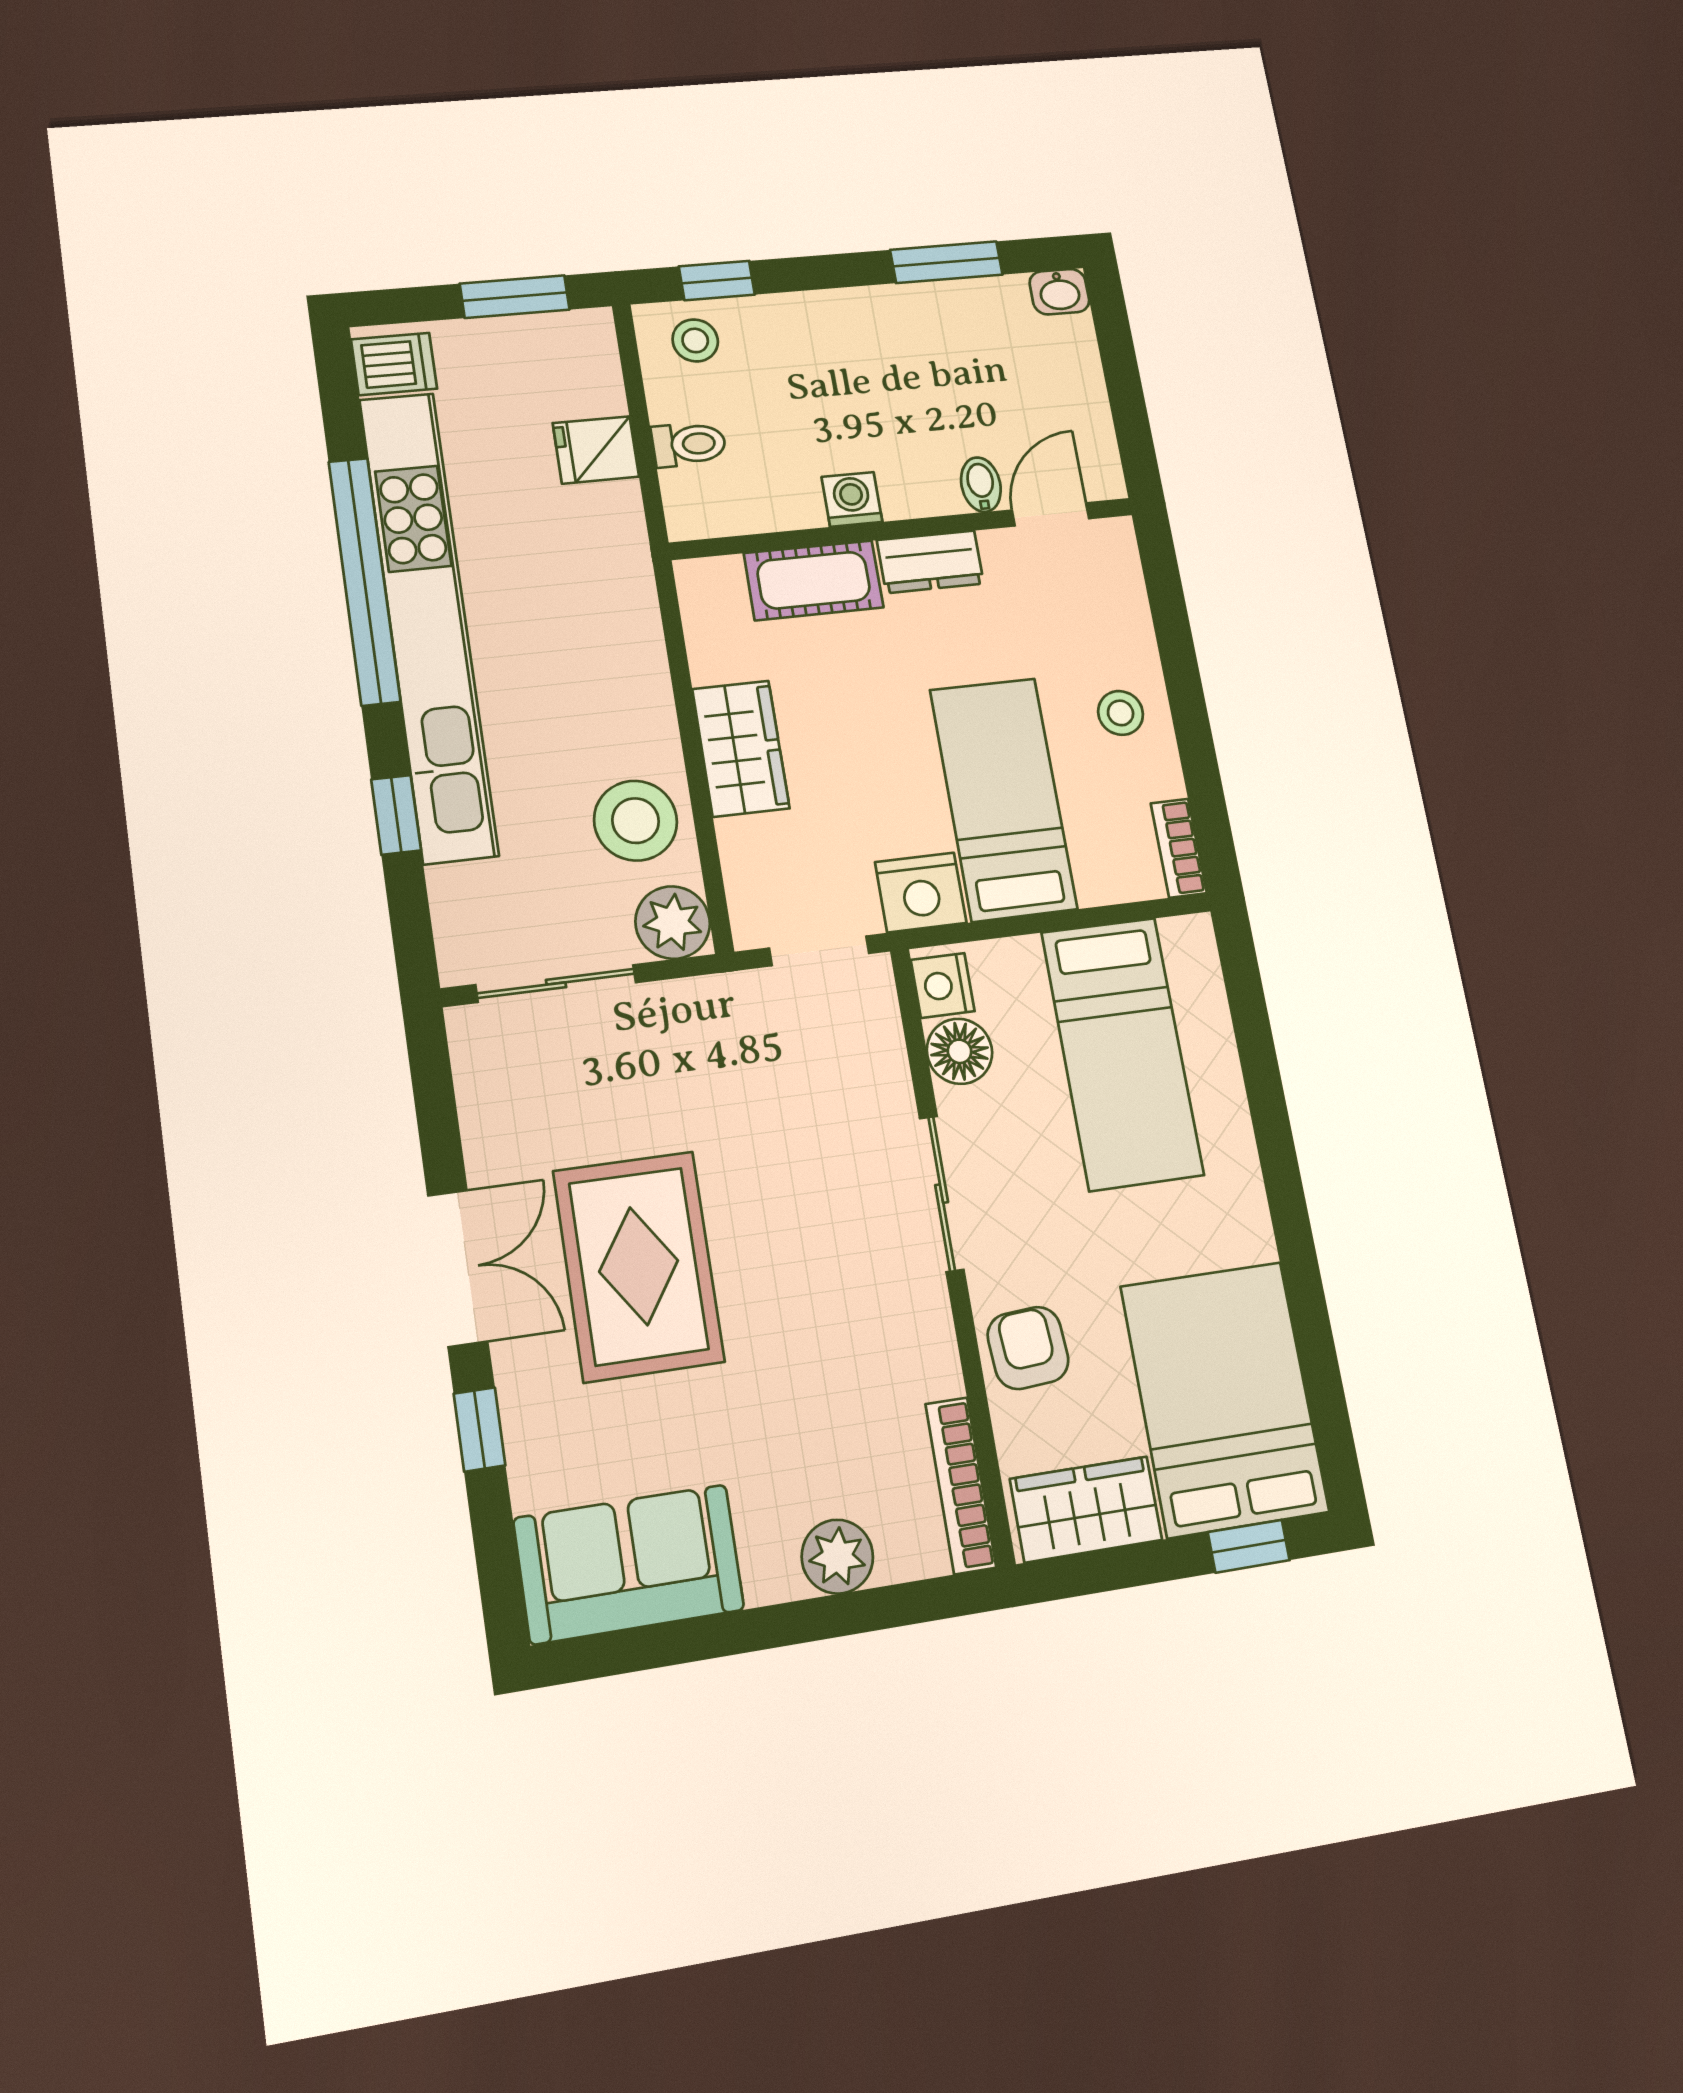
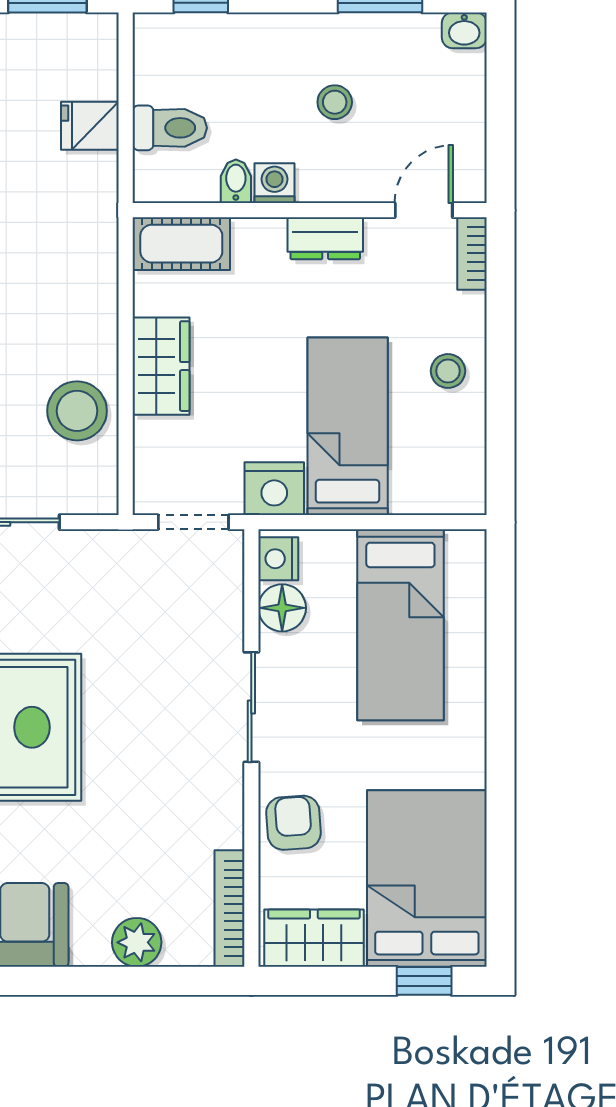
stool: (695, 340) -> (335, 102), moved
toilet: (689, 444) -> (170, 128), width x1.37, depth x1.39
bidet: (981, 485) -> (236, 181), moved
cot: (814, 580) -> (181, 244), moved
bookcase: (1179, 848) -> (472, 253), moved
plant: (673, 923) -> (92, 489), removed

